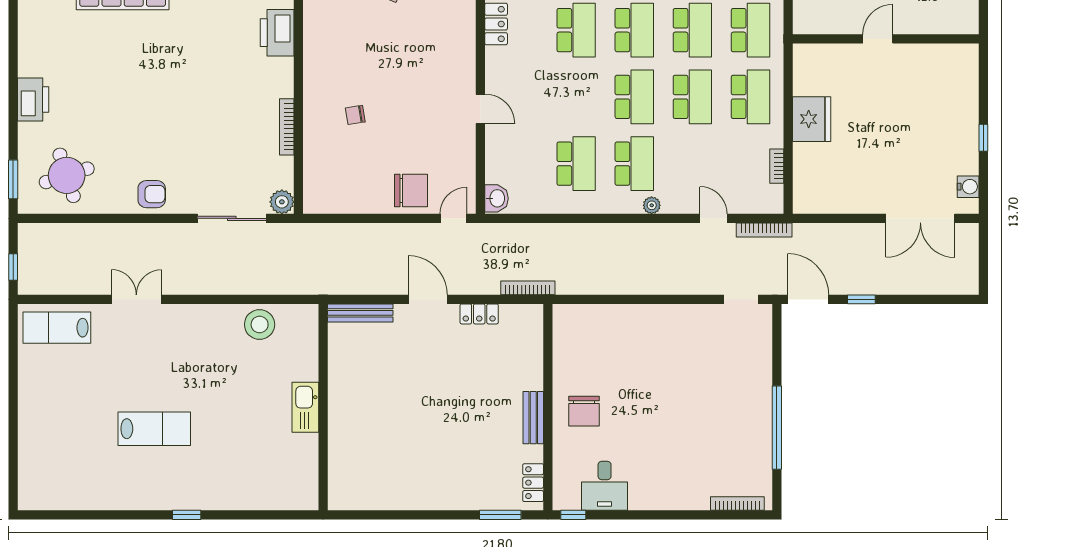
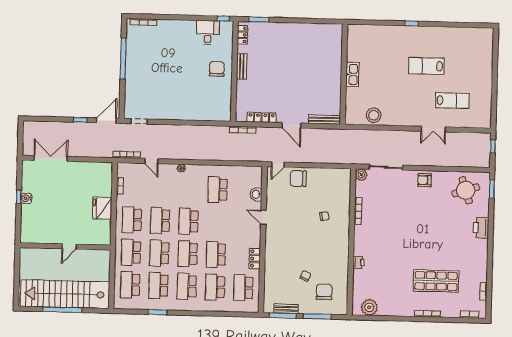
printer: (277, 33) -> (359, 262), width x0.53, depth x0.68
school desk: (634, 164) -> (189, 189), removed
water cooler: (968, 187) -> (26, 198), moved
washbasin: (497, 198) -> (256, 194), moved
door: (808, 299) -> (106, 121), swing flipped
locker: (479, 314) -> (261, 117), width x1.53
lab bench: (57, 328) -> (453, 100), moved

